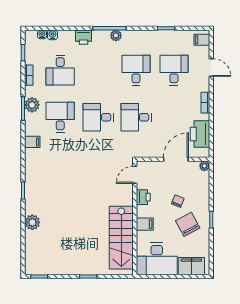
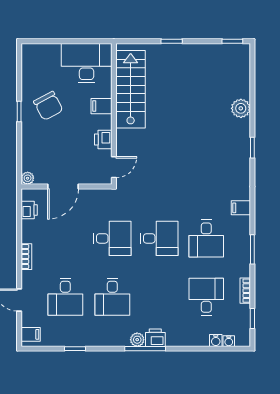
printer: (84, 37) -> (155, 338), moved
plant: (32, 105) -> (241, 254), removed
printer: (200, 134) -> (29, 210), width x0.53, depth x0.68
chair: (178, 201) -> (61, 135), removed
filing cabinet: (191, 266) -> (44, 54), removed

